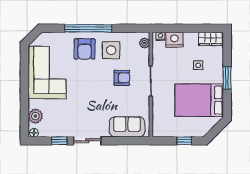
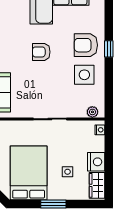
window: (88, 28) -> (109, 49), width x0.32
nightstand: (174, 40) -> (96, 162), moved
armchair: (122, 78) -> (41, 52), moved, turned 90

